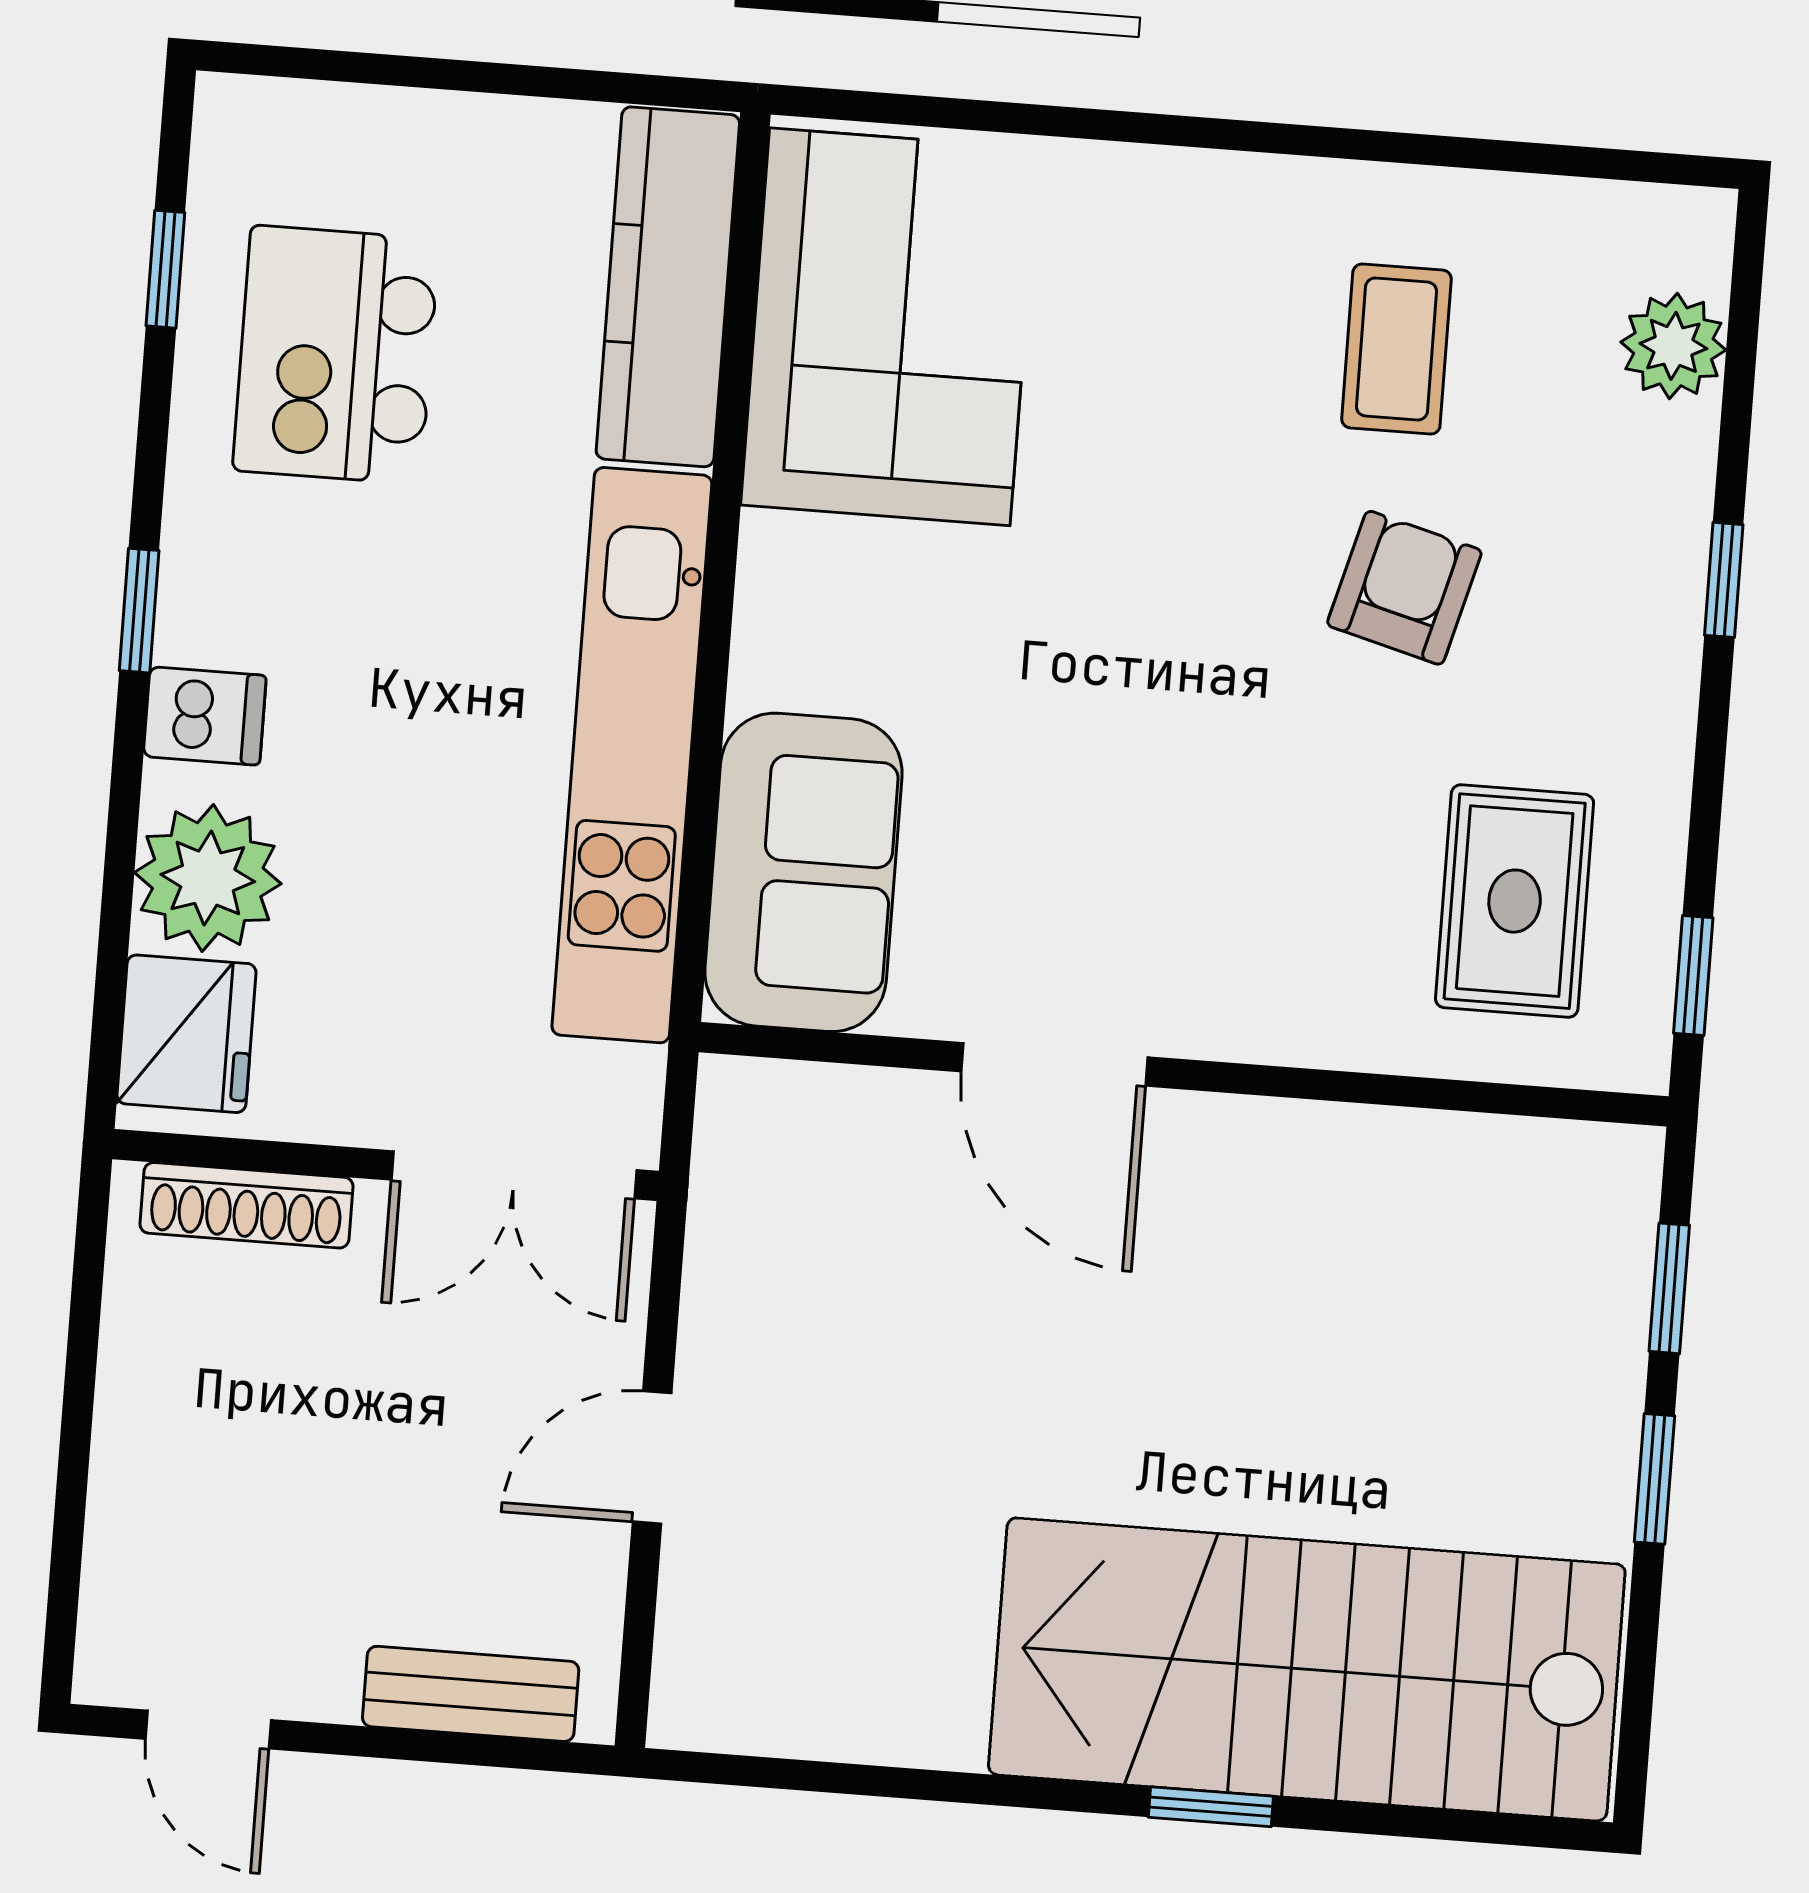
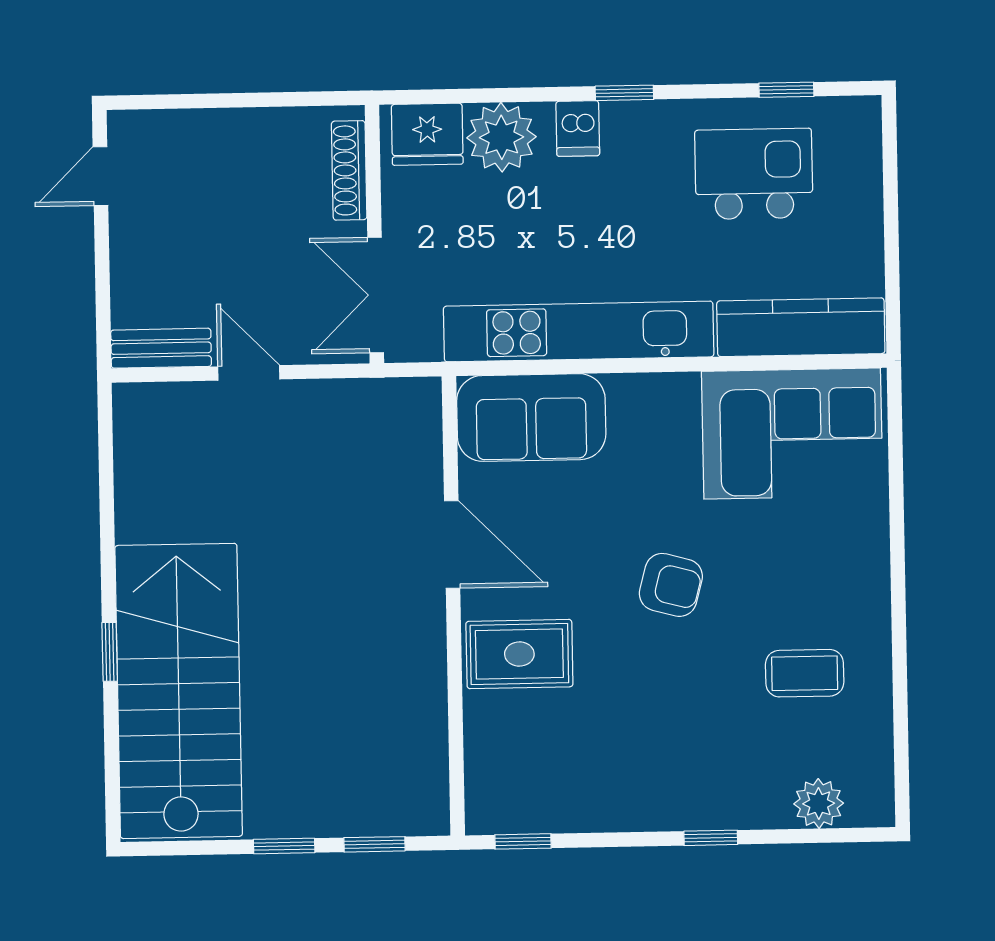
armchair: (1404, 588) -> (671, 585), moved
rug: (1515, 901) -> (519, 654), moved
door: (1054, 1064) -> (452, 545), swing flipped
bench: (471, 1694) -> (161, 348), moved, turned 90

